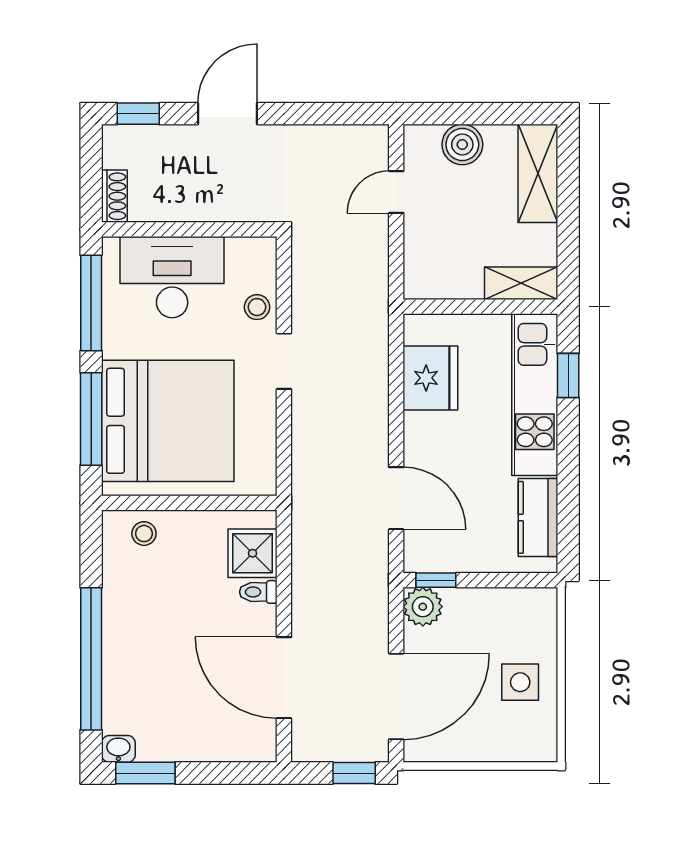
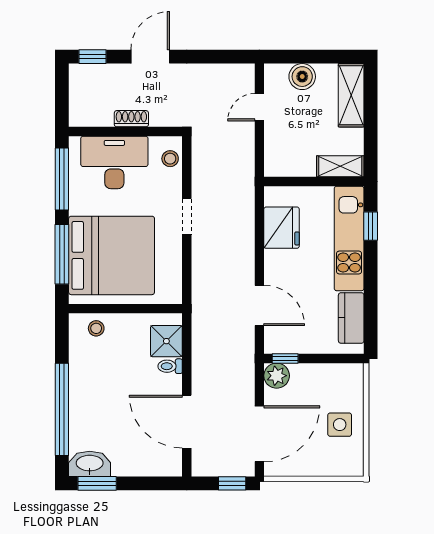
shoe rack: (114, 196) -> (131, 119), moved, turned -90
stool: (257, 307) -> (170, 159), moved
washbasin: (118, 749) -> (90, 464), width x1.91, depth x1.45

